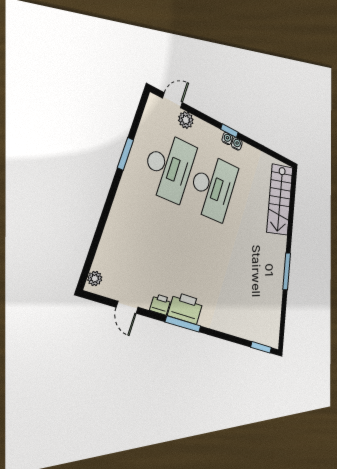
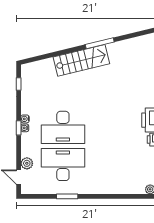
window: (275, 155) -> (19, 84), added
desk: (213, 187) -> (63, 127), turned 180
stairs: (280, 200) -> (81, 60), moved

